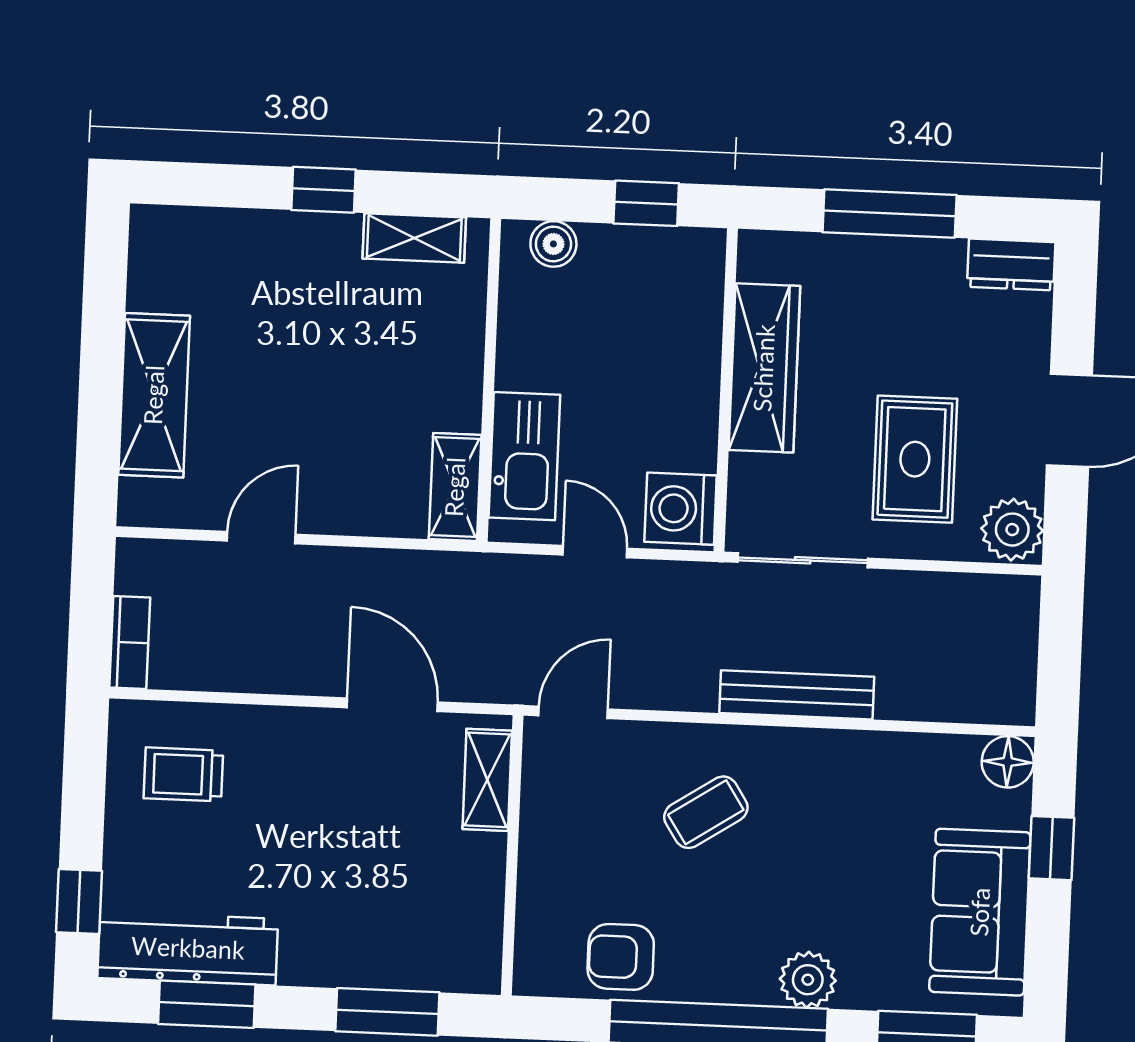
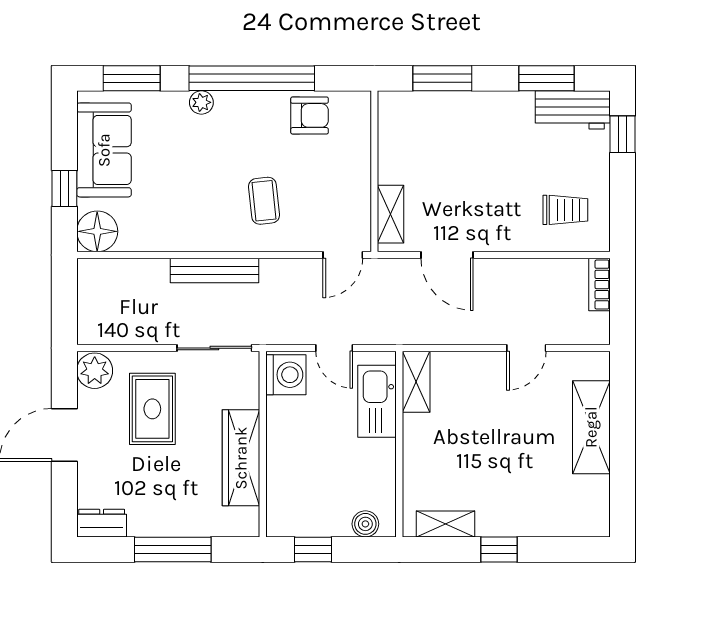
floor lamp: (1008, 762) -> (97, 231), width x1.38, depth x1.38
coffee table: (706, 812) -> (264, 201), turned -63
workbench: (188, 948) -> (573, 110), width x0.73
plant: (808, 980) -> (201, 102), width x0.73, depth x0.73

